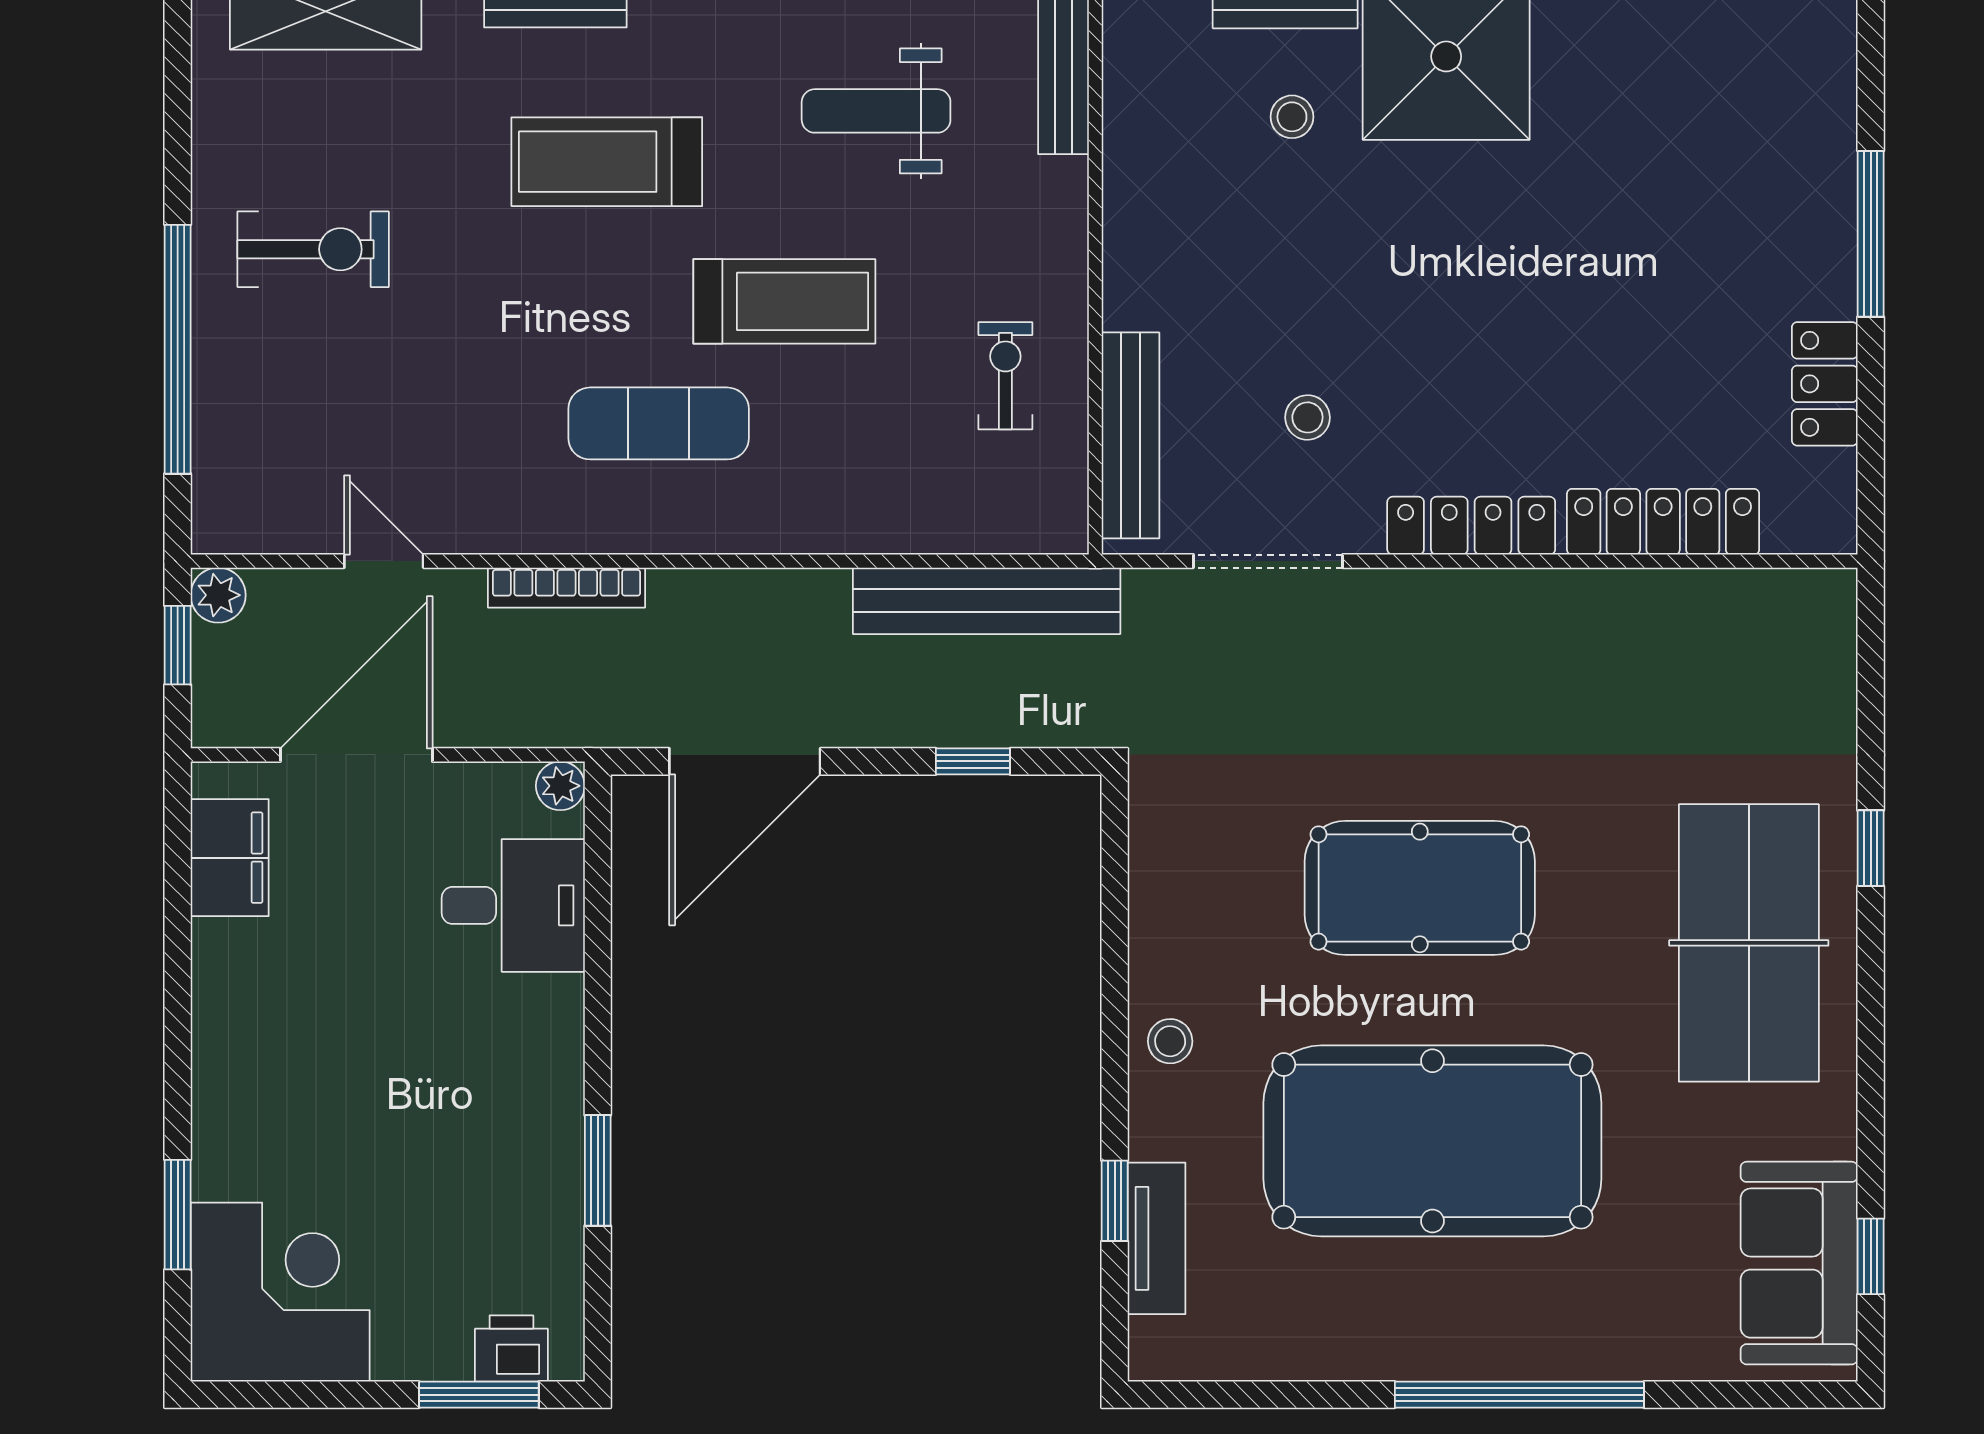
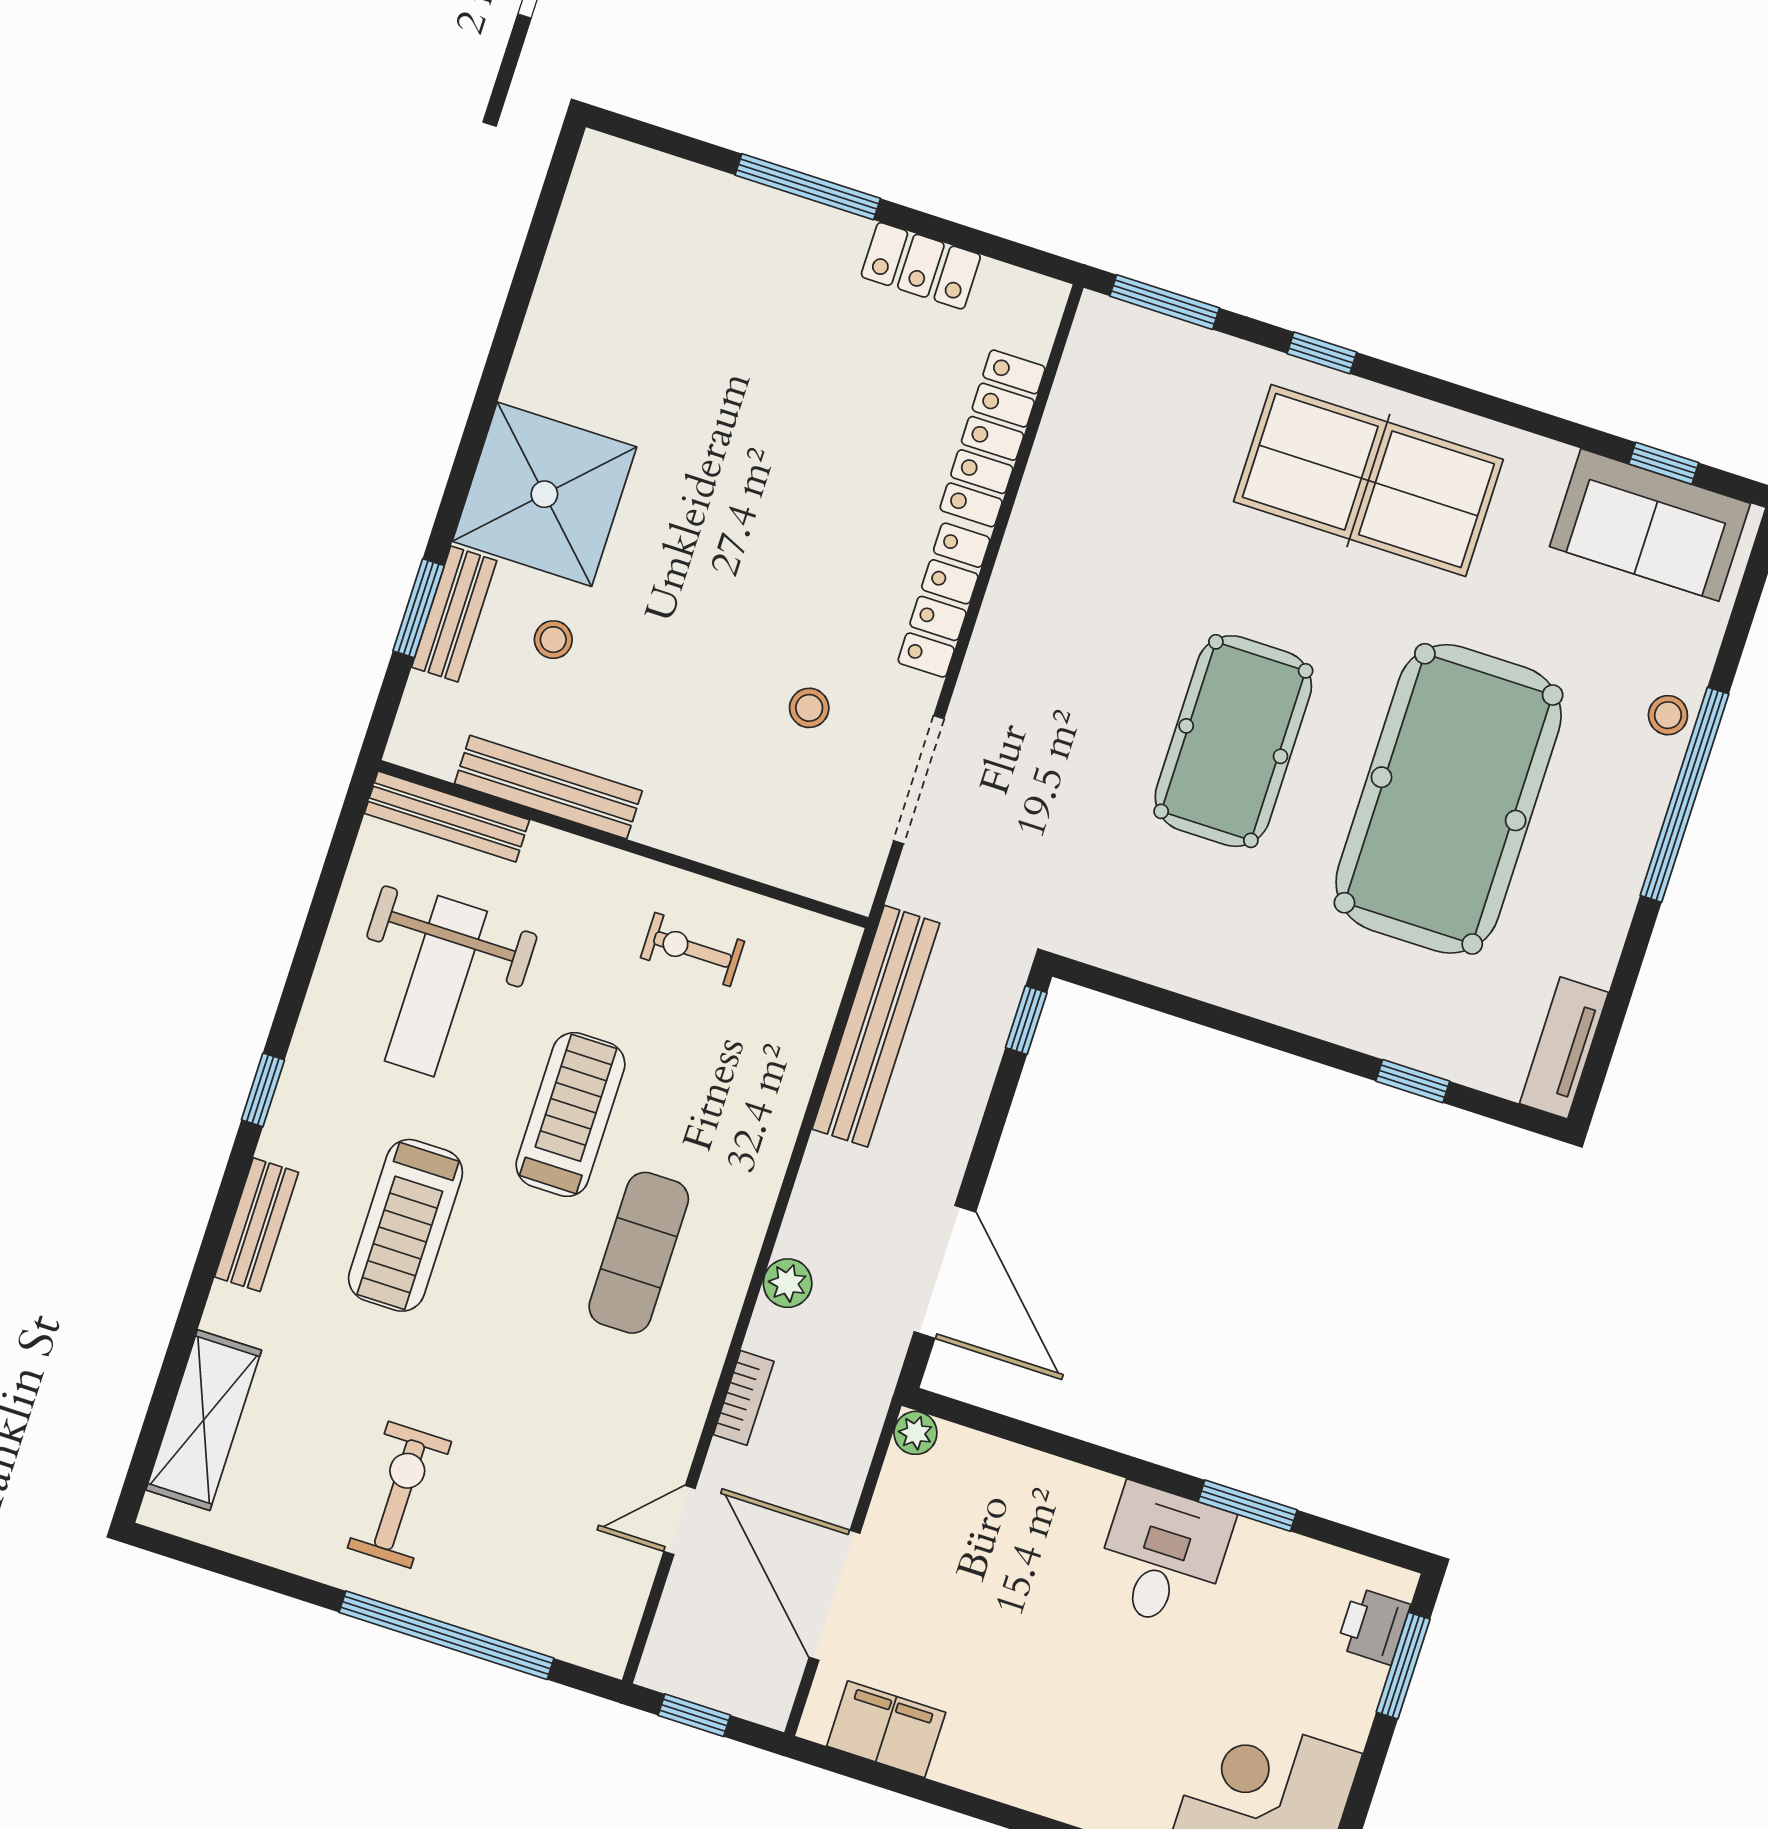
weight bench: (876, 111) -> (436, 986), width x1.36, depth x1.33
bench: (1131, 435) -> (548, 787), moved
bookcase: (566, 588) -> (744, 1398), width x0.64
plant: (218, 595) -> (788, 1283), moved
window: (1871, 660) -> (1165, 302), added
window: (973, 761) -> (1026, 1020), moved
desk: (513, 905) -> (1163, 1556), moved
stool: (1170, 1041) -> (1668, 715), moved
tv unit: (1156, 1238) -> (1564, 1048), moved, turned -90

